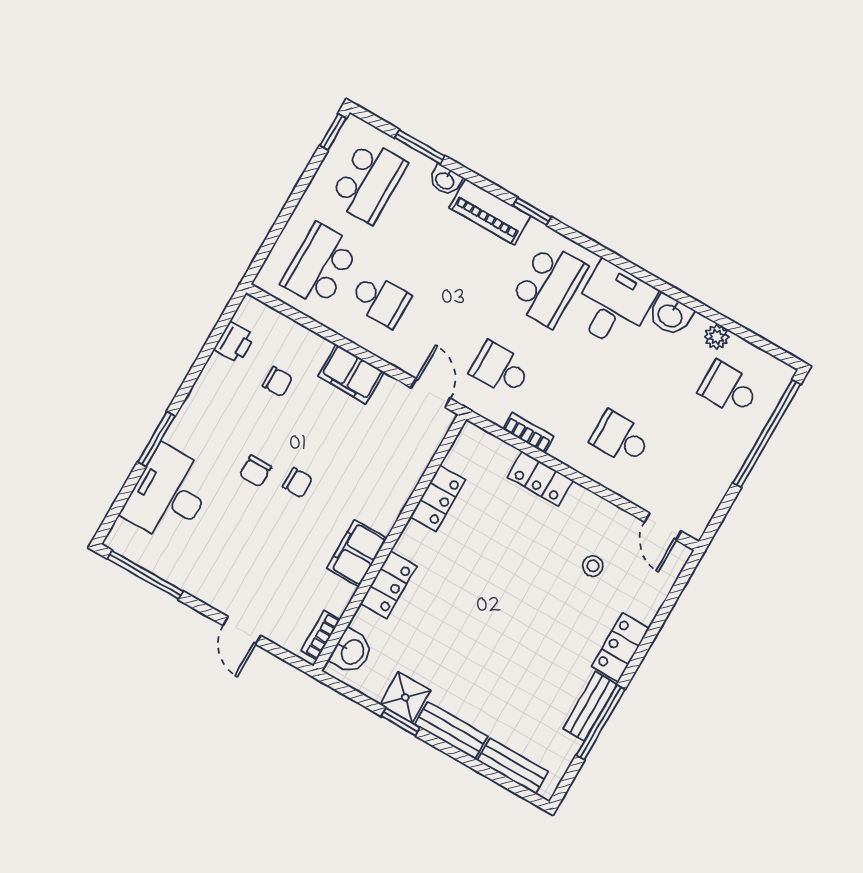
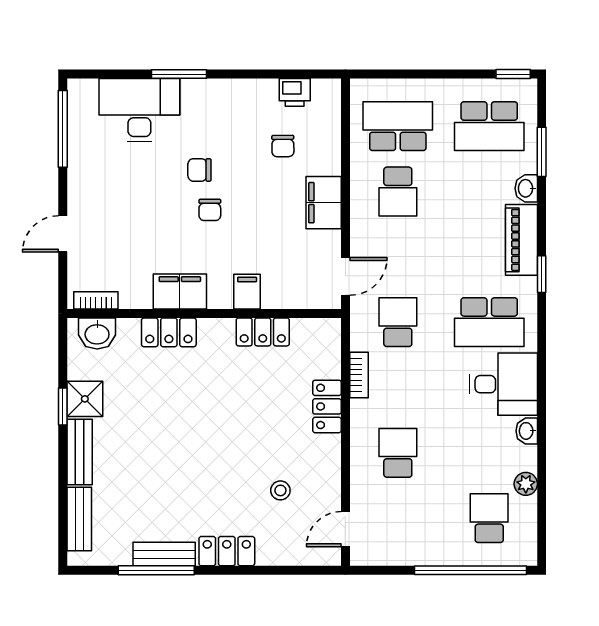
washbasin: (670, 315) -> (527, 431), width x0.72, depth x0.69
filing cabinet: (393, 492) -> (247, 292), added

